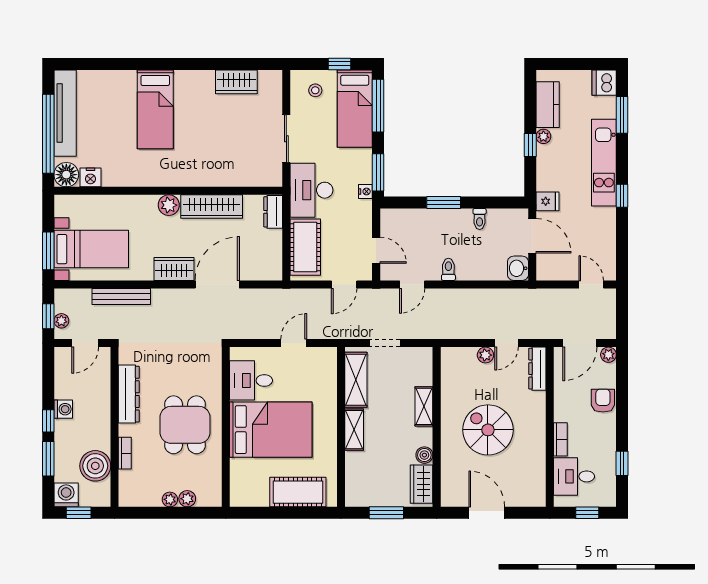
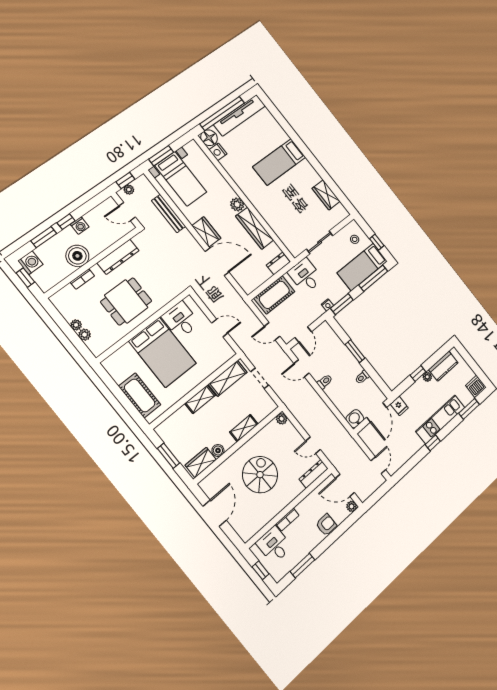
desk: (312, 190) -> (305, 276), width x0.73
plant: (485, 355) -> (282, 419), moved
window: (622, 463) -> (302, 566), width x1.50
boiler: (95, 466) -> (77, 256), moved

